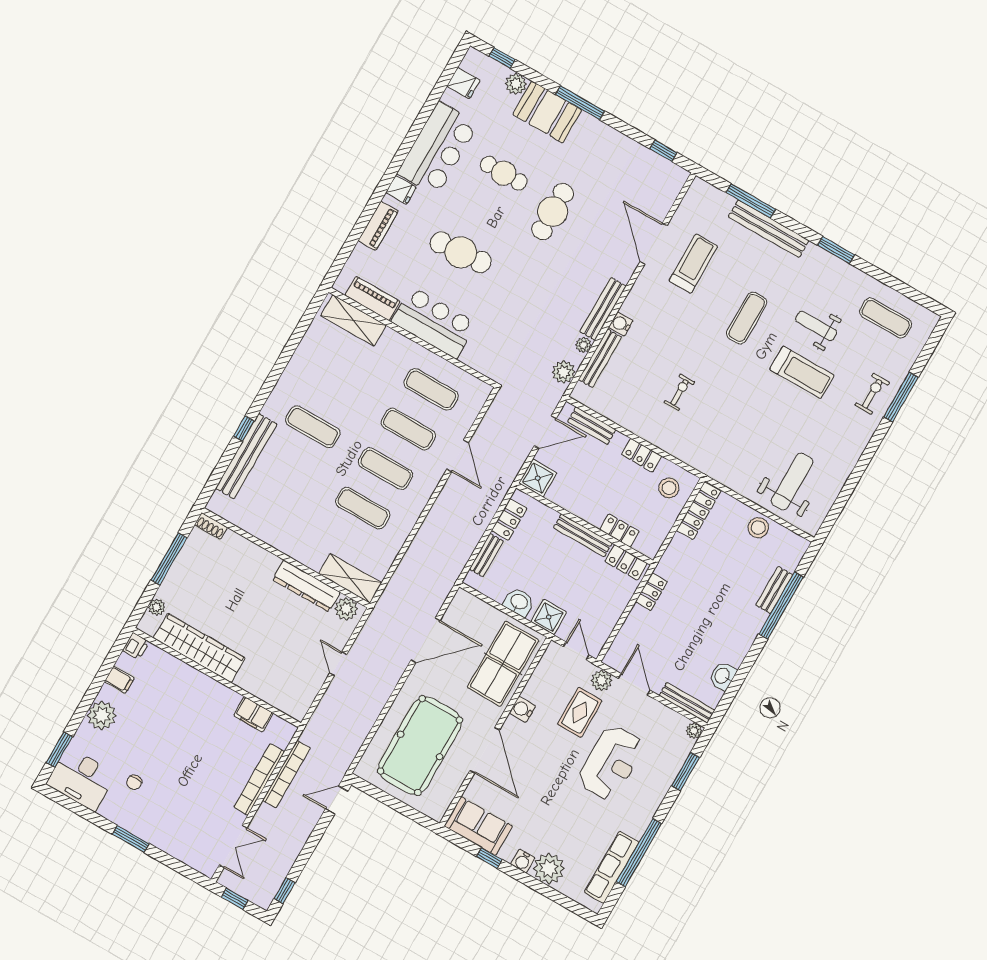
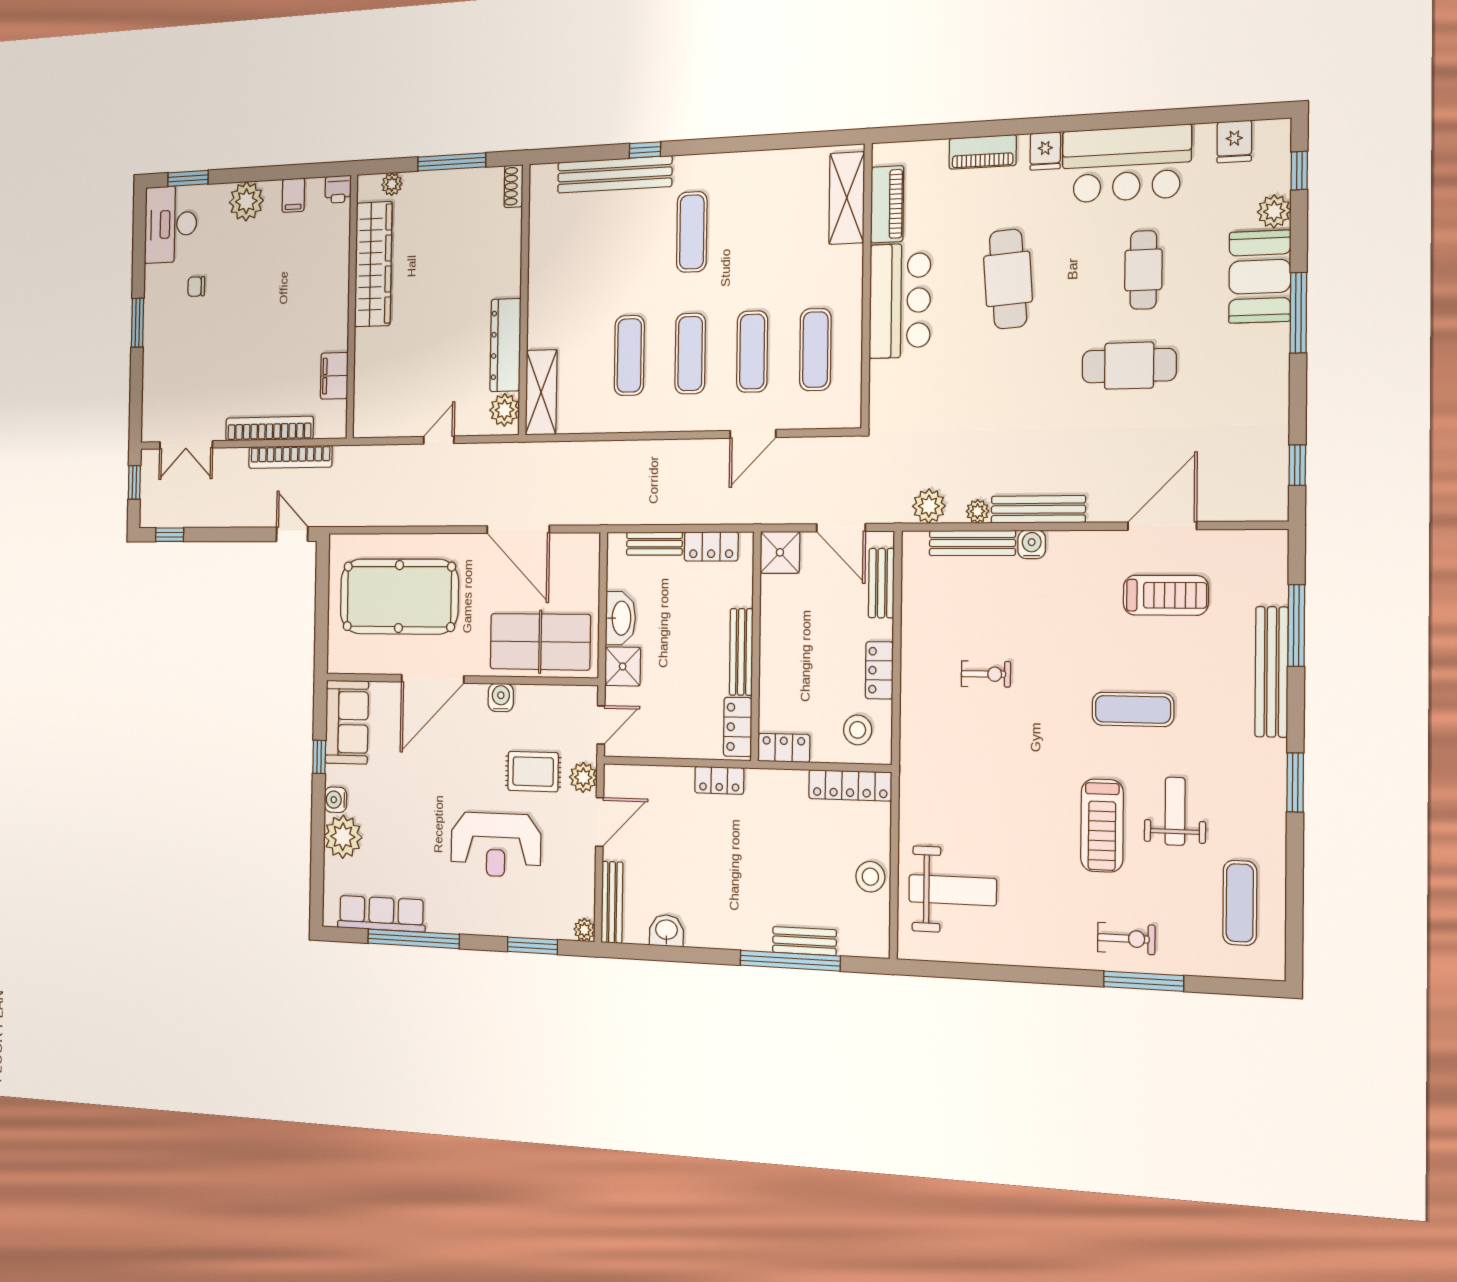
locker: (619, 530) -> (784, 748), moved, turned -90
washbasin: (519, 602) -> (621, 618), width x1.38

